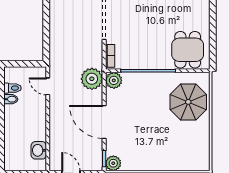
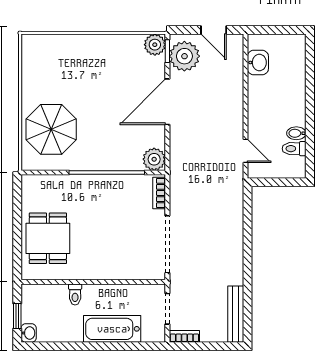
dining table: (188, 50) -> (48, 238), moved
plant: (92, 79) -> (184, 56), moved
door: (104, 122) -> (167, 102), swing flipped

